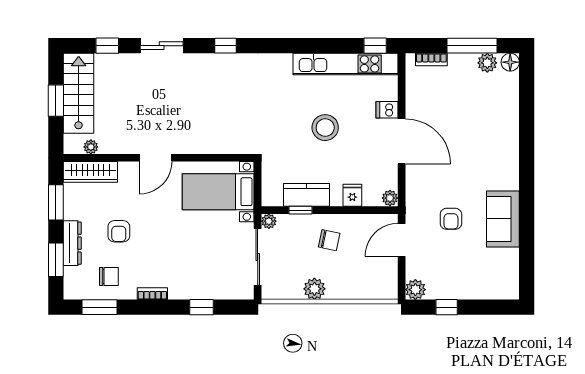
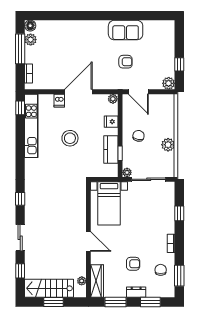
dresser: (72, 243) -> (136, 292), width x0.70

